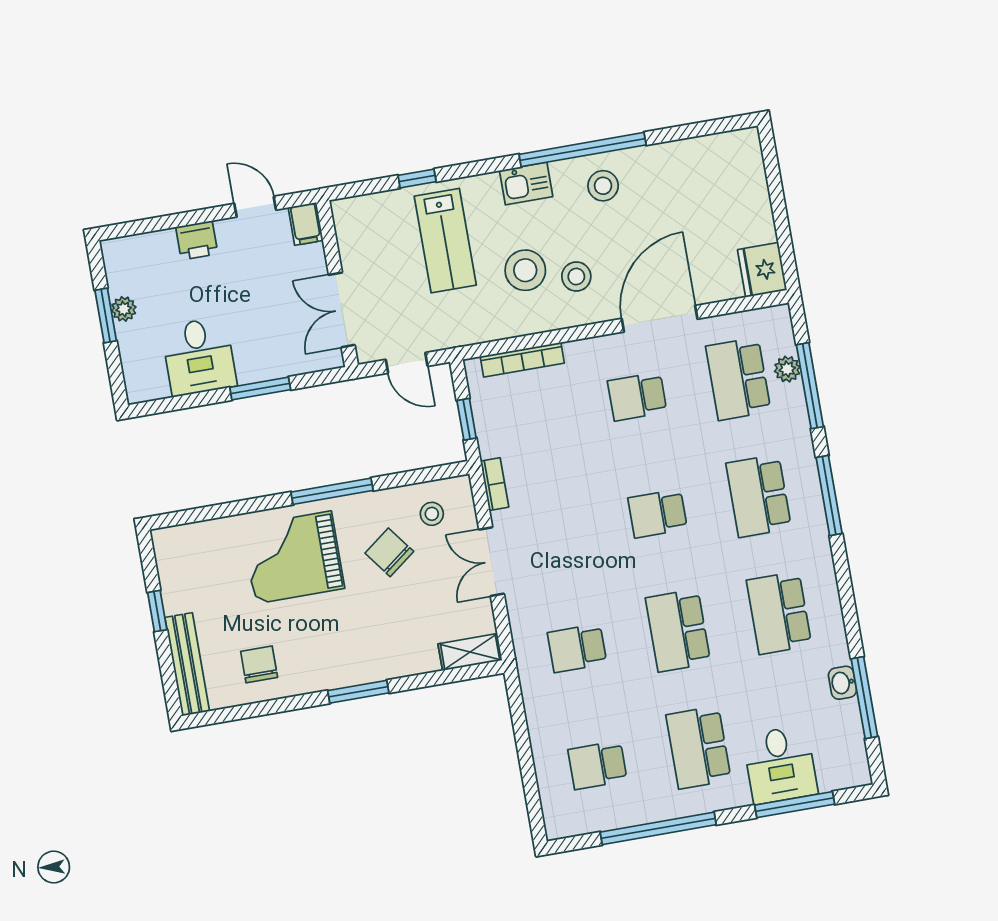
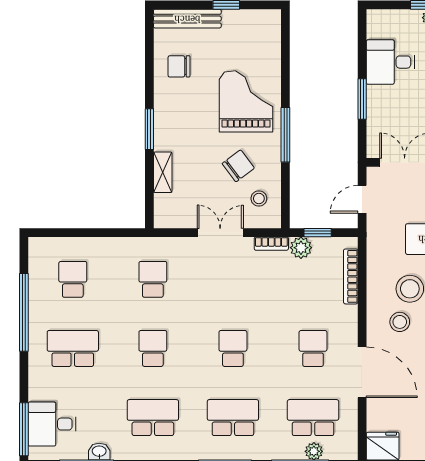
plant: (493, 440) -> (301, 248), added
school desk: (678, 631) -> (153, 348), width x0.54
shelving: (470, 652) -> (163, 172), moved
chair: (259, 664) -> (179, 66), turned 180
desk: (780, 765) -> (52, 424), moved
window: (795, 805) -> (24, 429), moved

